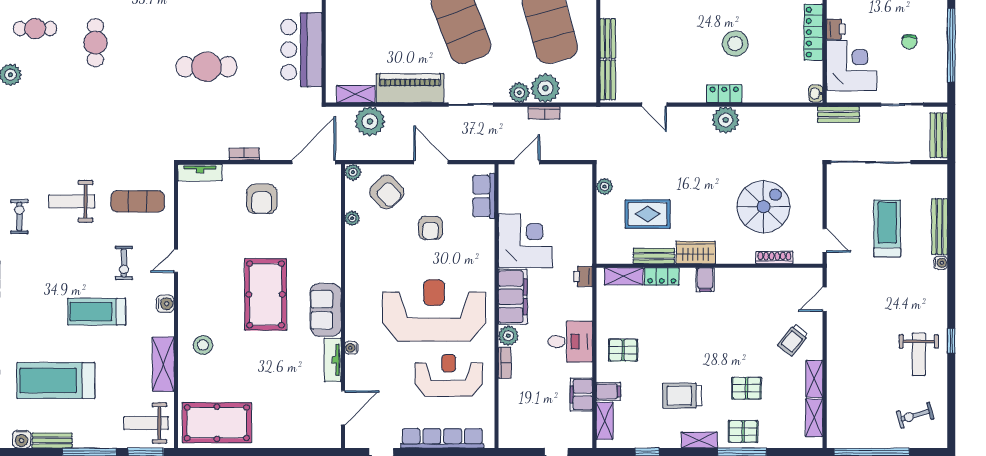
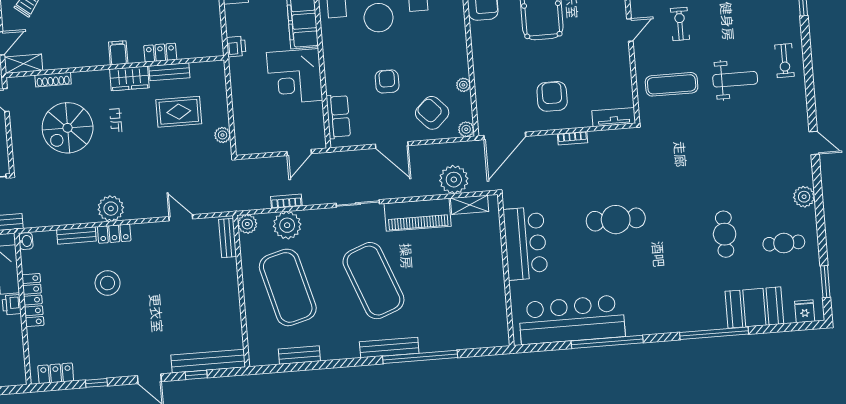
bench: (608, 38) -> (76, 235), moved, turned 90
plant: (519, 93) -> (247, 224), moved
shelving: (624, 276) -> (24, 64), moved

